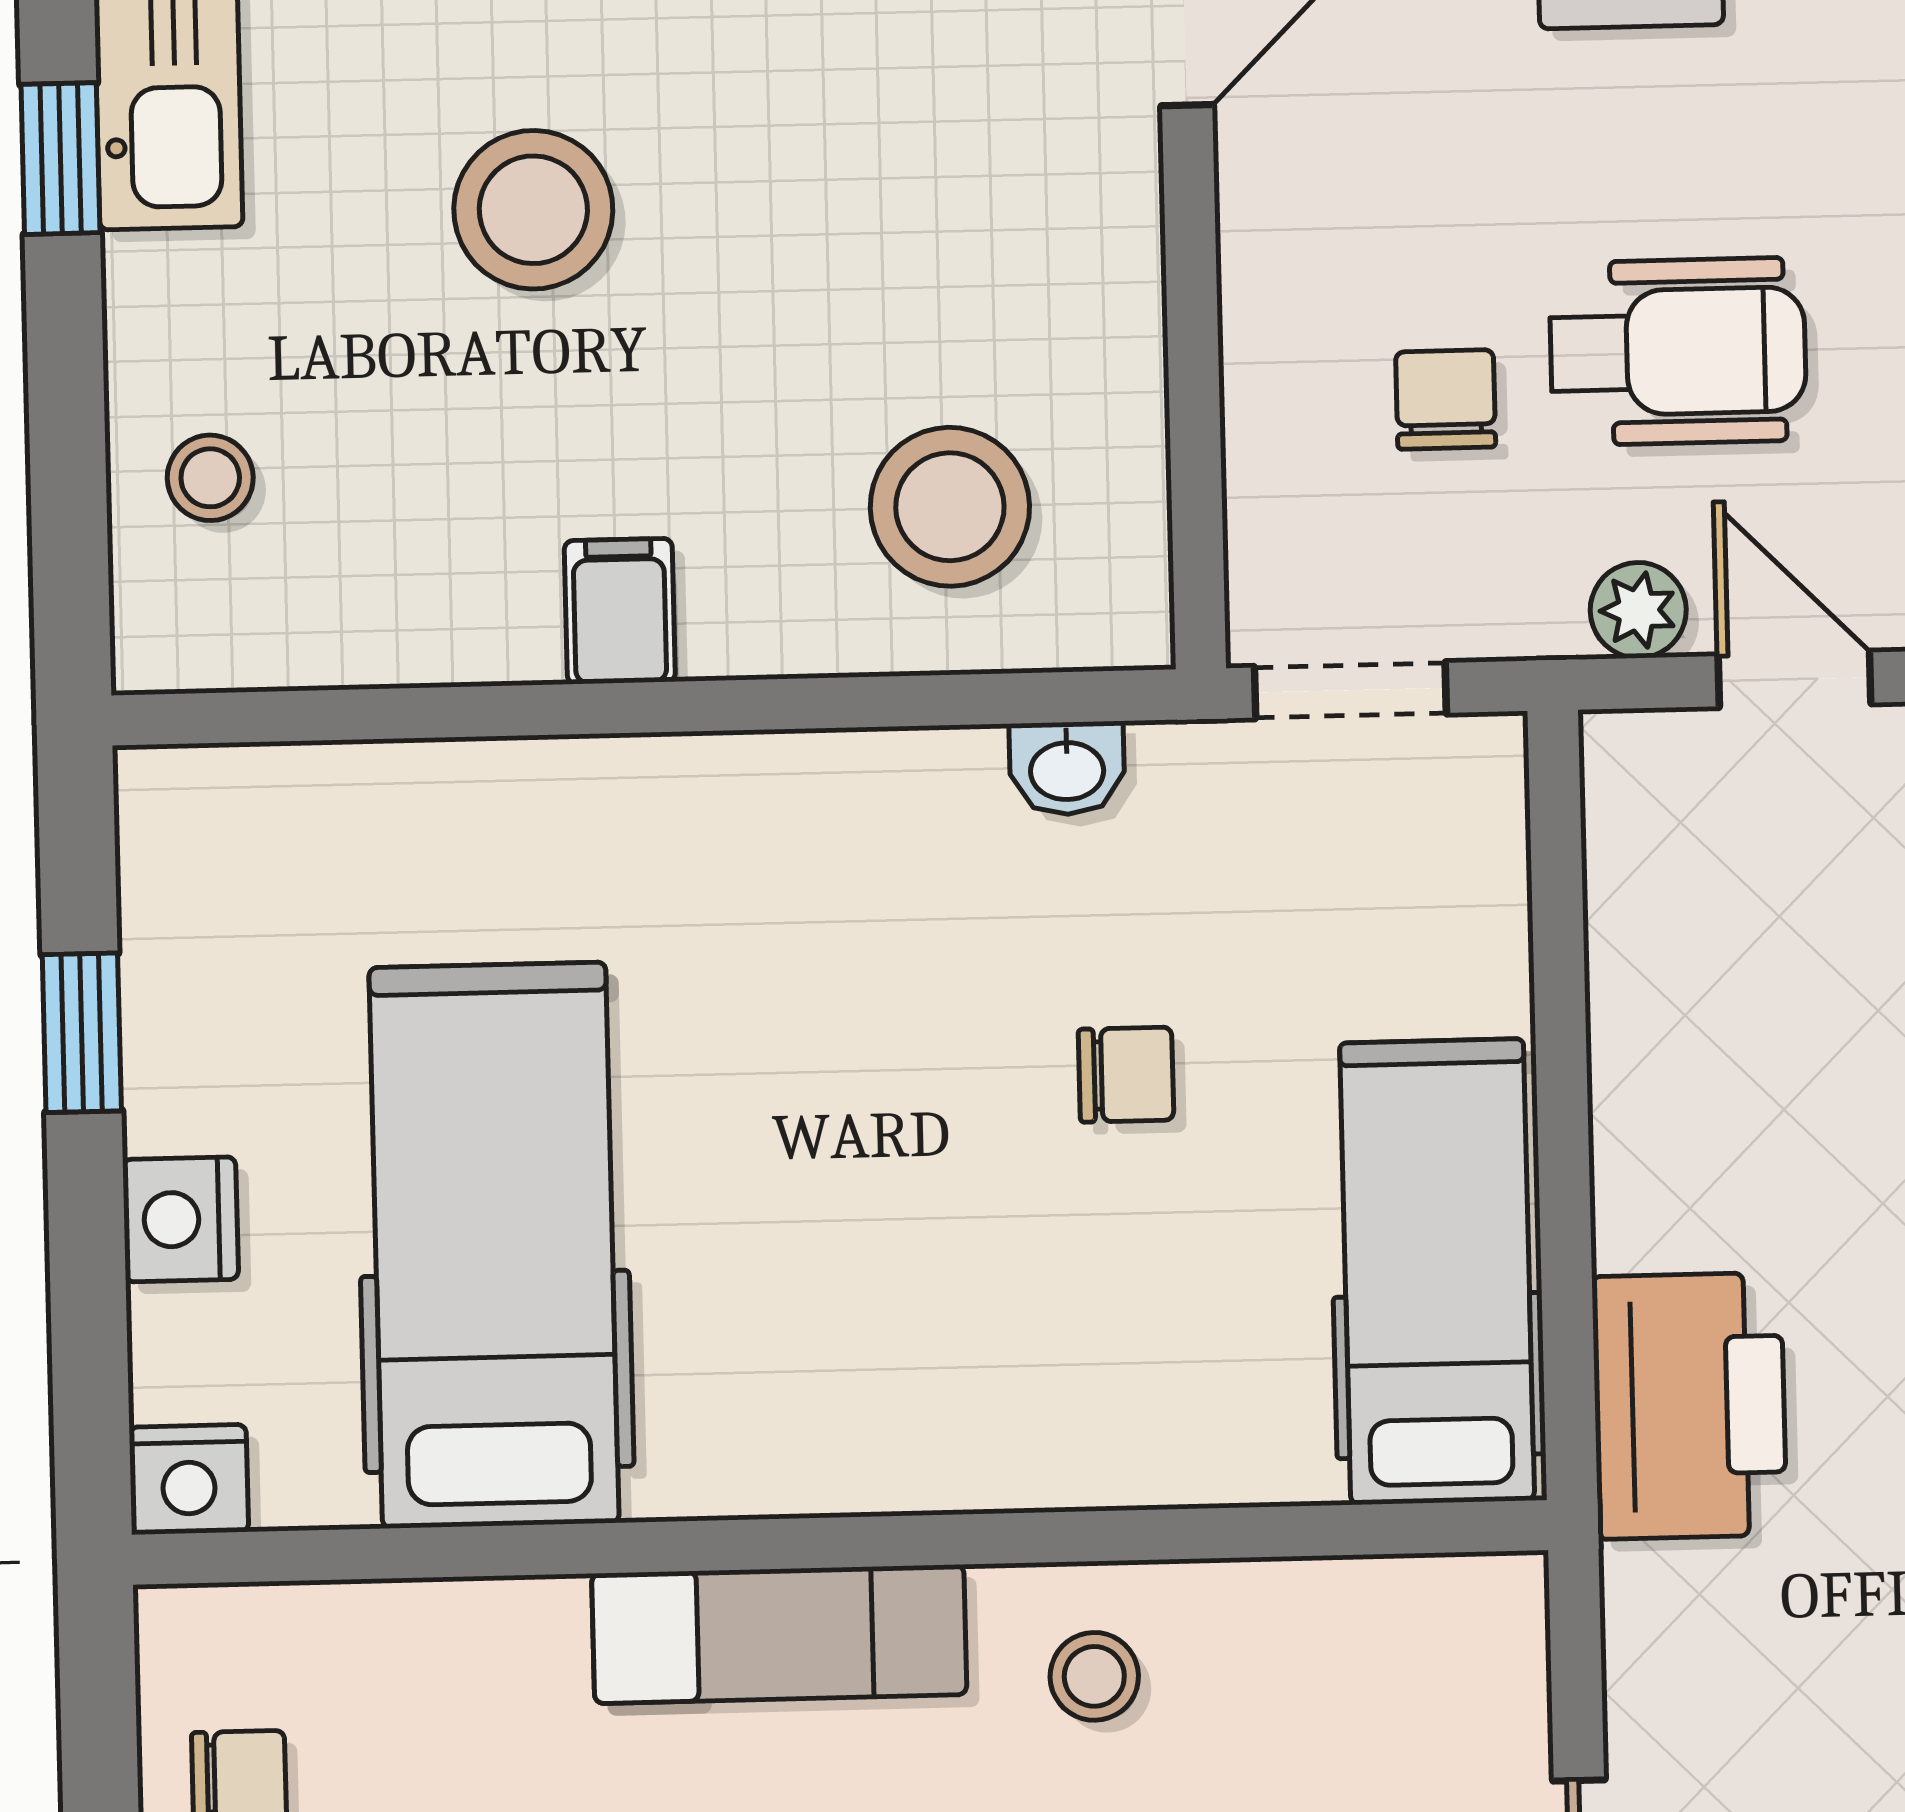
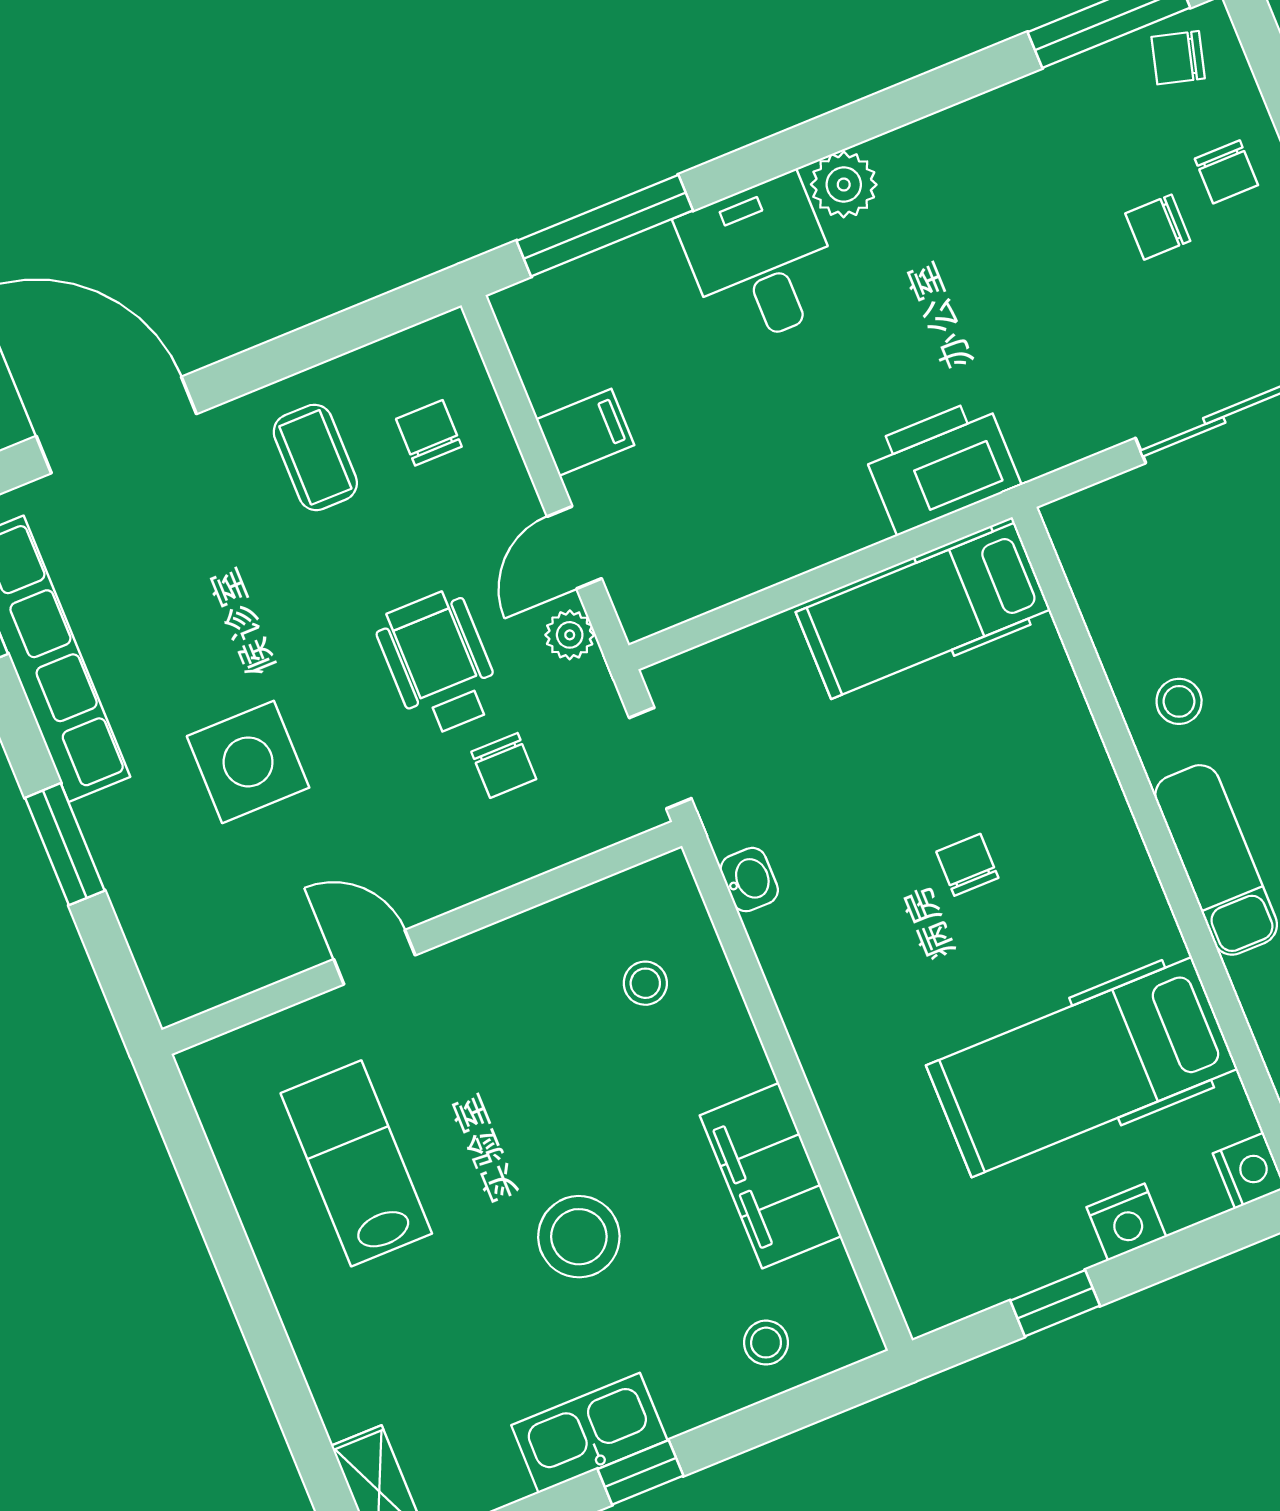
chair: (1446, 399) -> (504, 765), turned -90
stool: (950, 507) -> (645, 983), width x0.53, depth x0.53
filing cabinet: (620, 611) -> (771, 1176), width x3.00, depth x1.17
chair: (1126, 1075) -> (967, 865), moved

